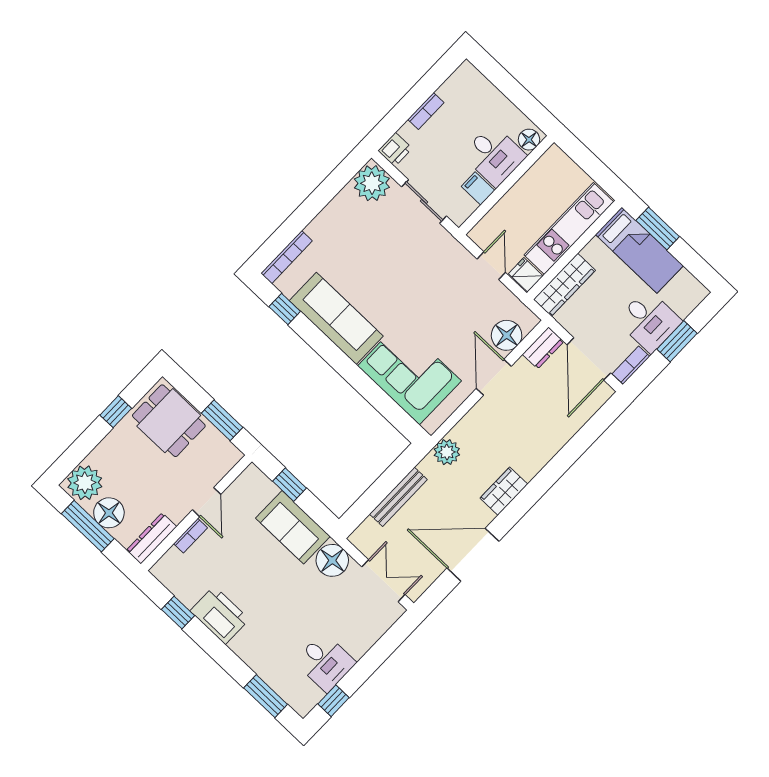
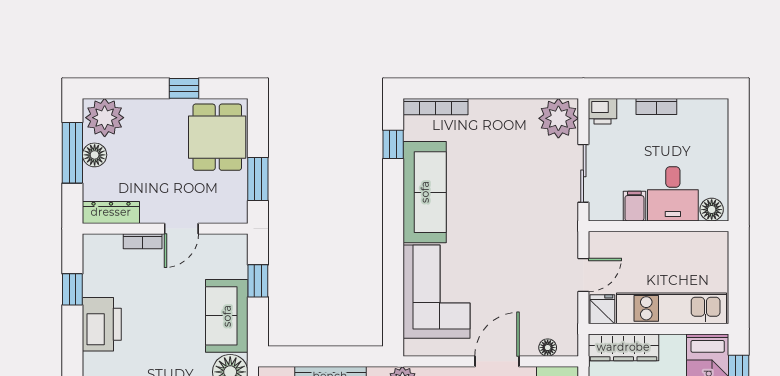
floor lamp: (507, 335) -> (548, 348), width x0.53, depth x0.53
floor lamp: (109, 513) -> (95, 155), width x0.73, depth x0.73

